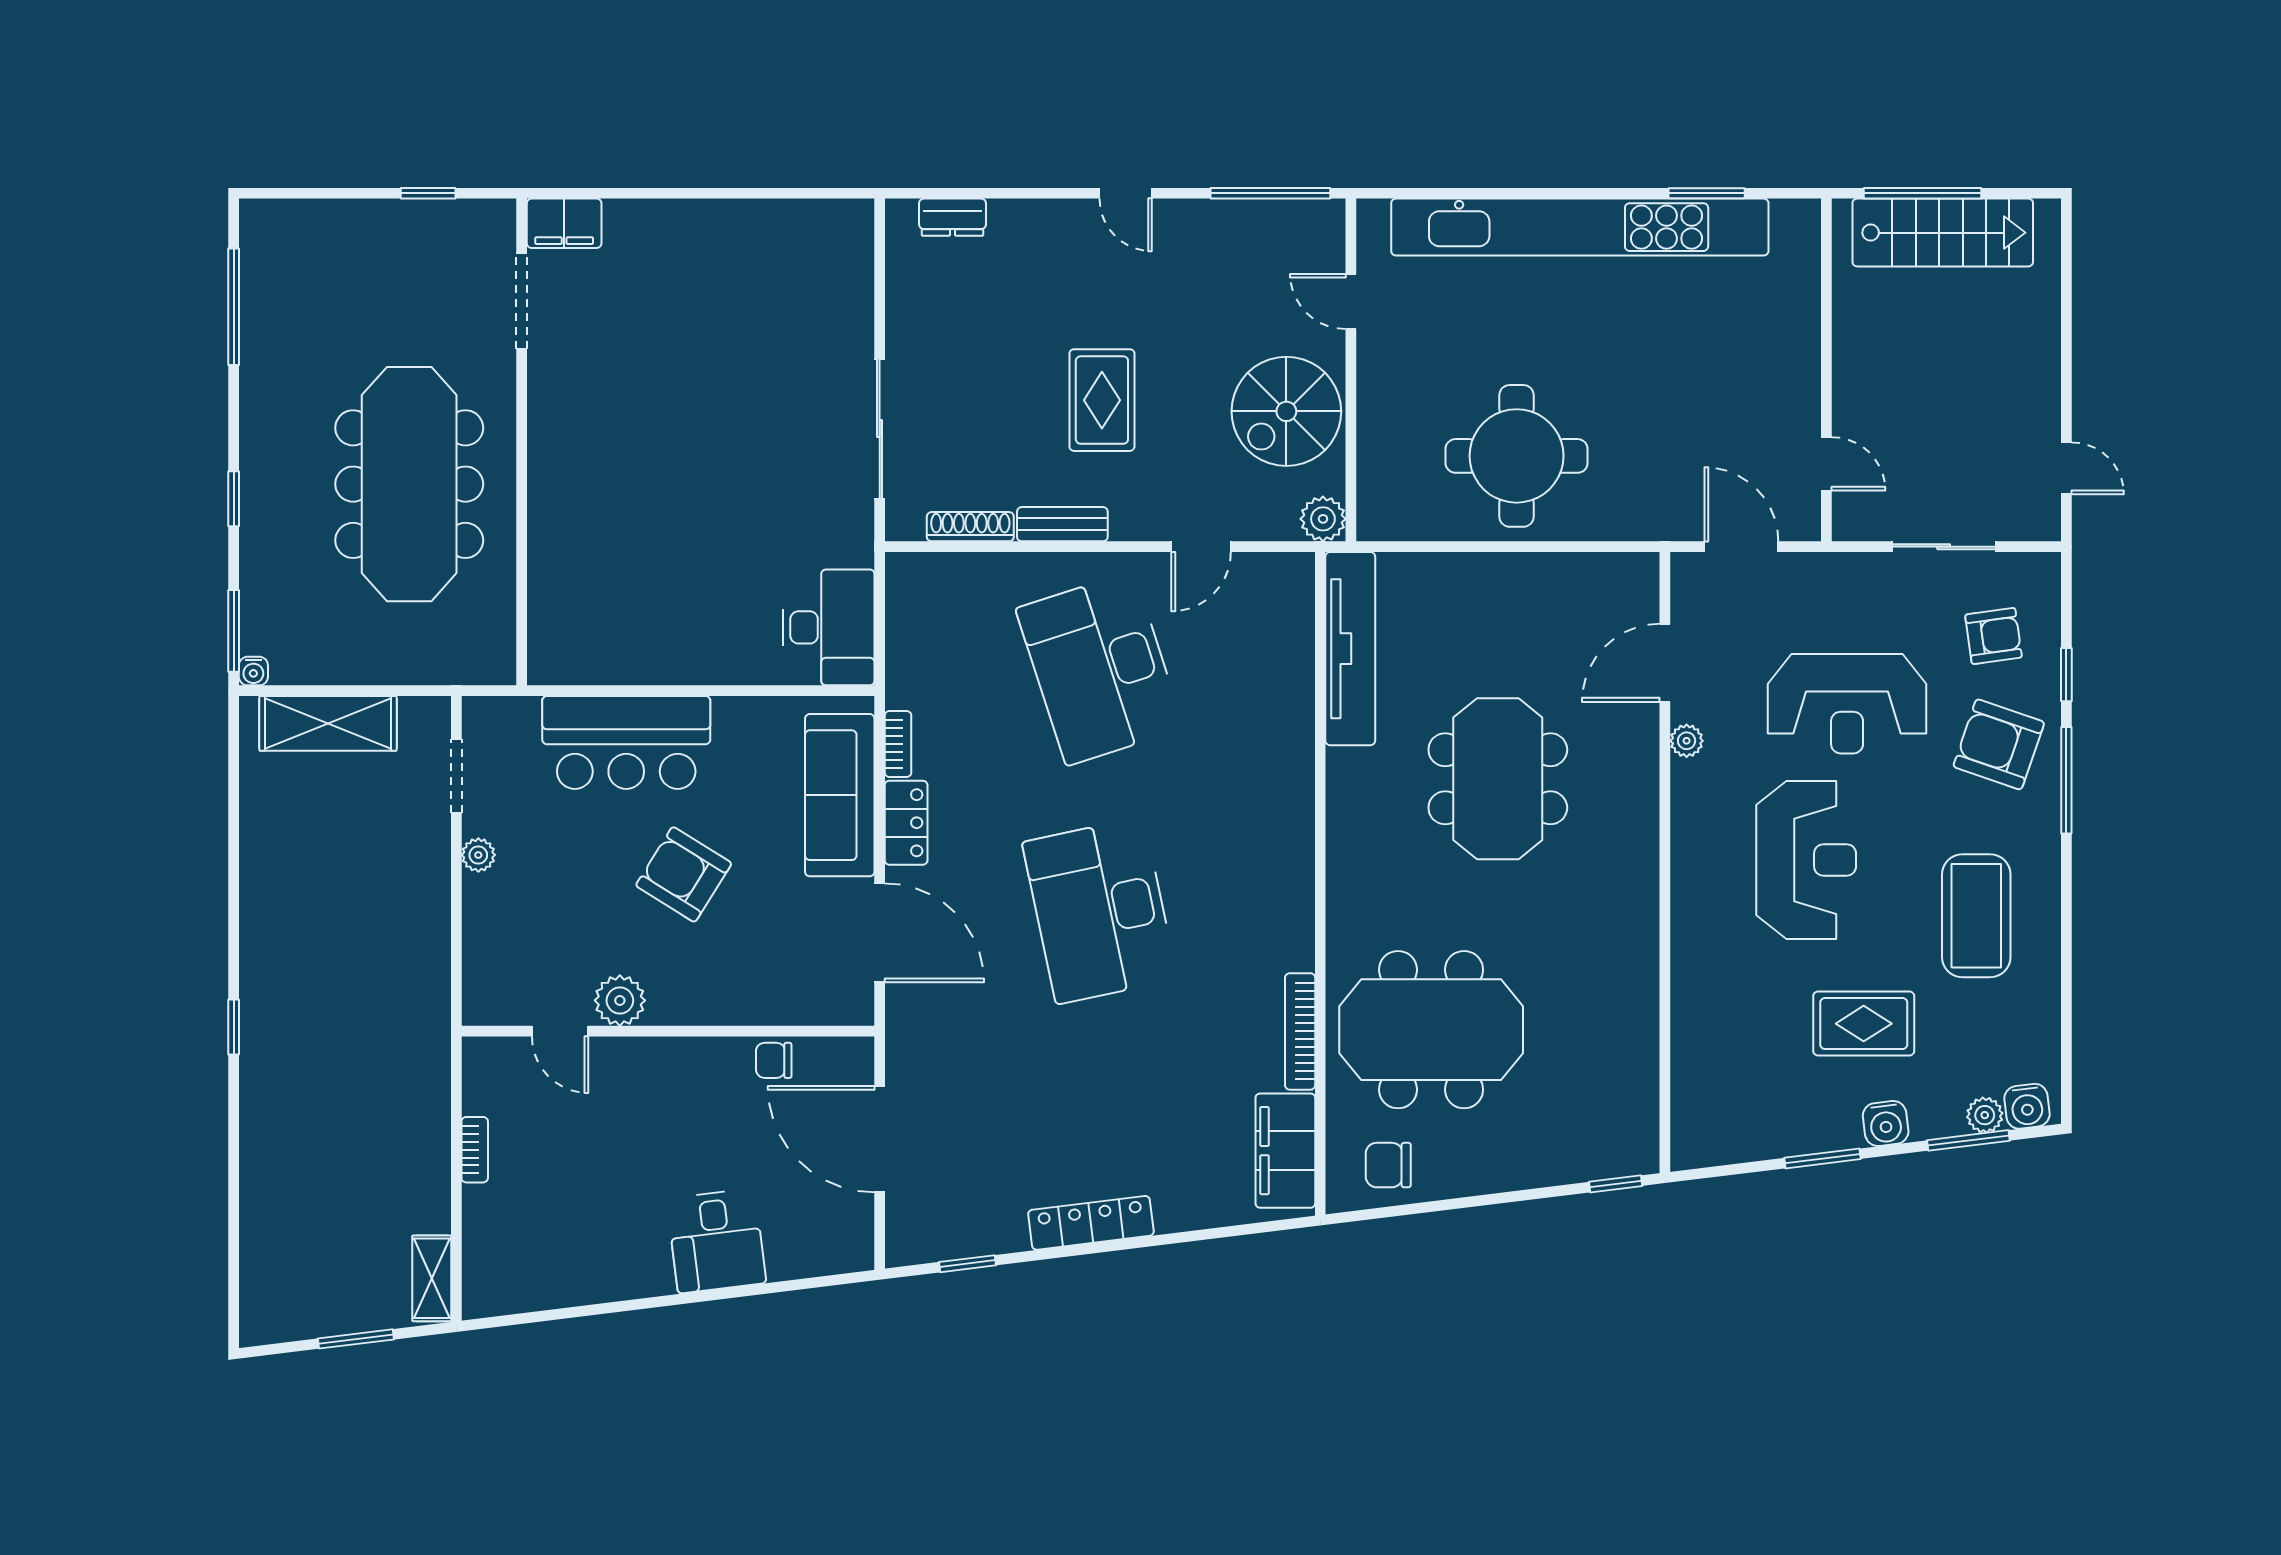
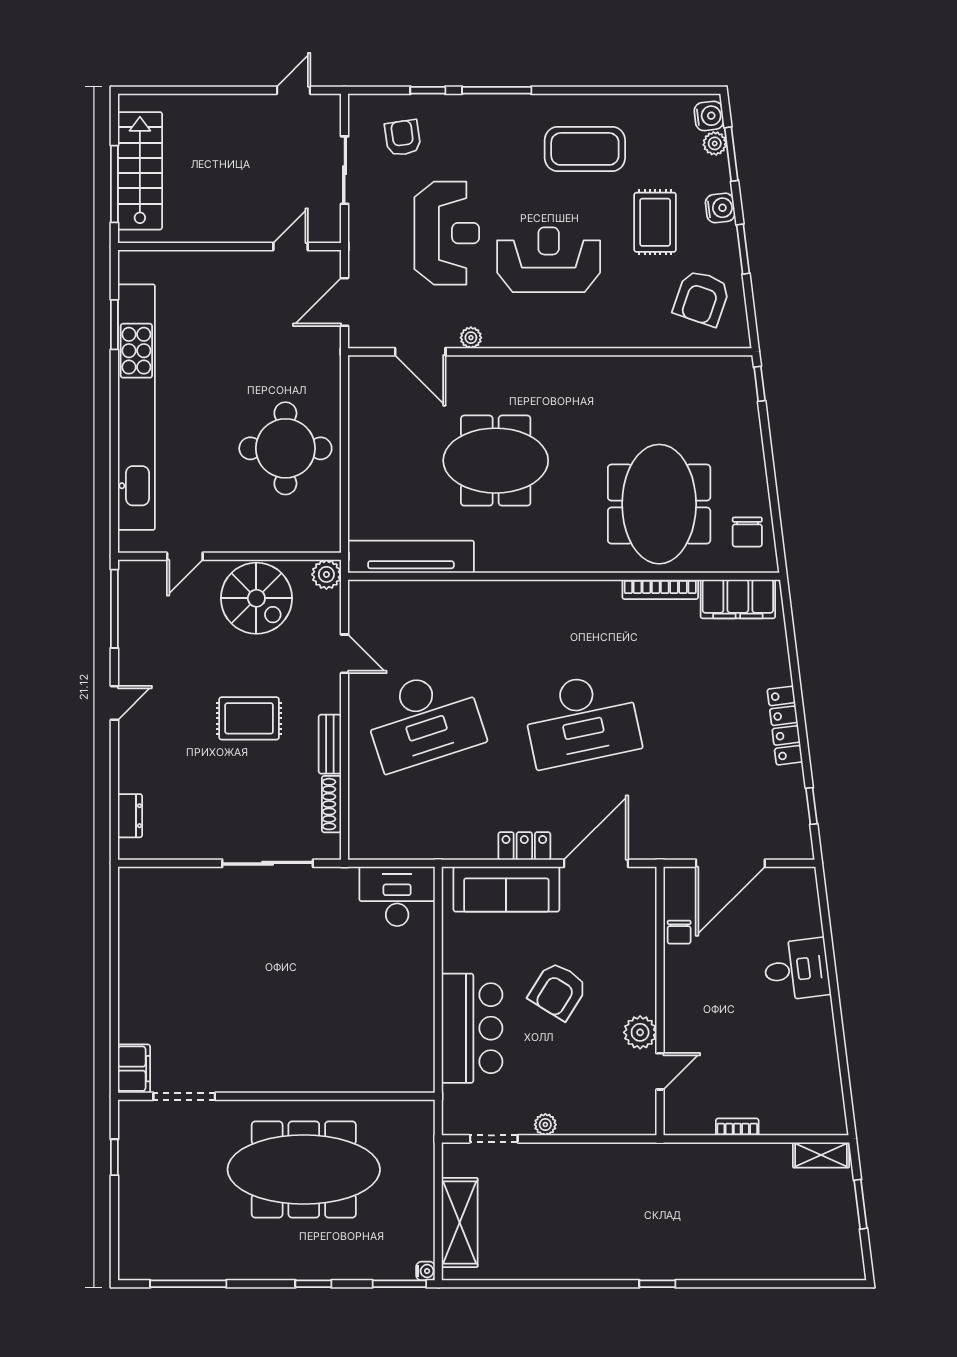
bookcase: (898, 744) -> (473, 851), removed
armchair: (1999, 744) -> (701, 298), moved

